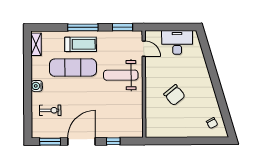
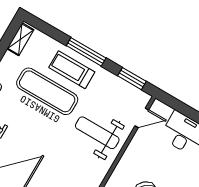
treadmill: (81, 44) -> (72, 70), turned 180
door: (144, 49) -> (142, 118), hinge flipped

